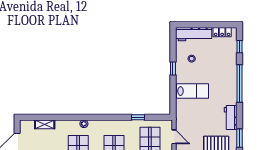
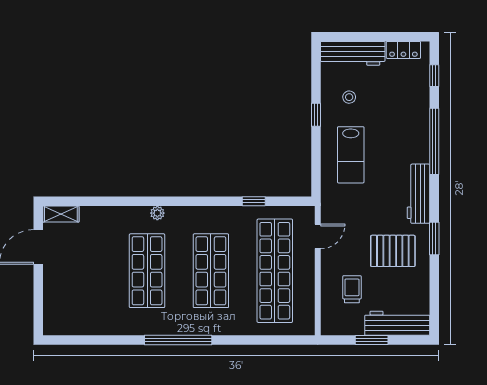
lab bench: (193, 91) -> (351, 155), turned 90
workbench: (231, 117) -> (419, 194), width x1.37
shelving: (45, 124) -> (61, 214), moved
door: (174, 137) -> (318, 236), hinge flipped

